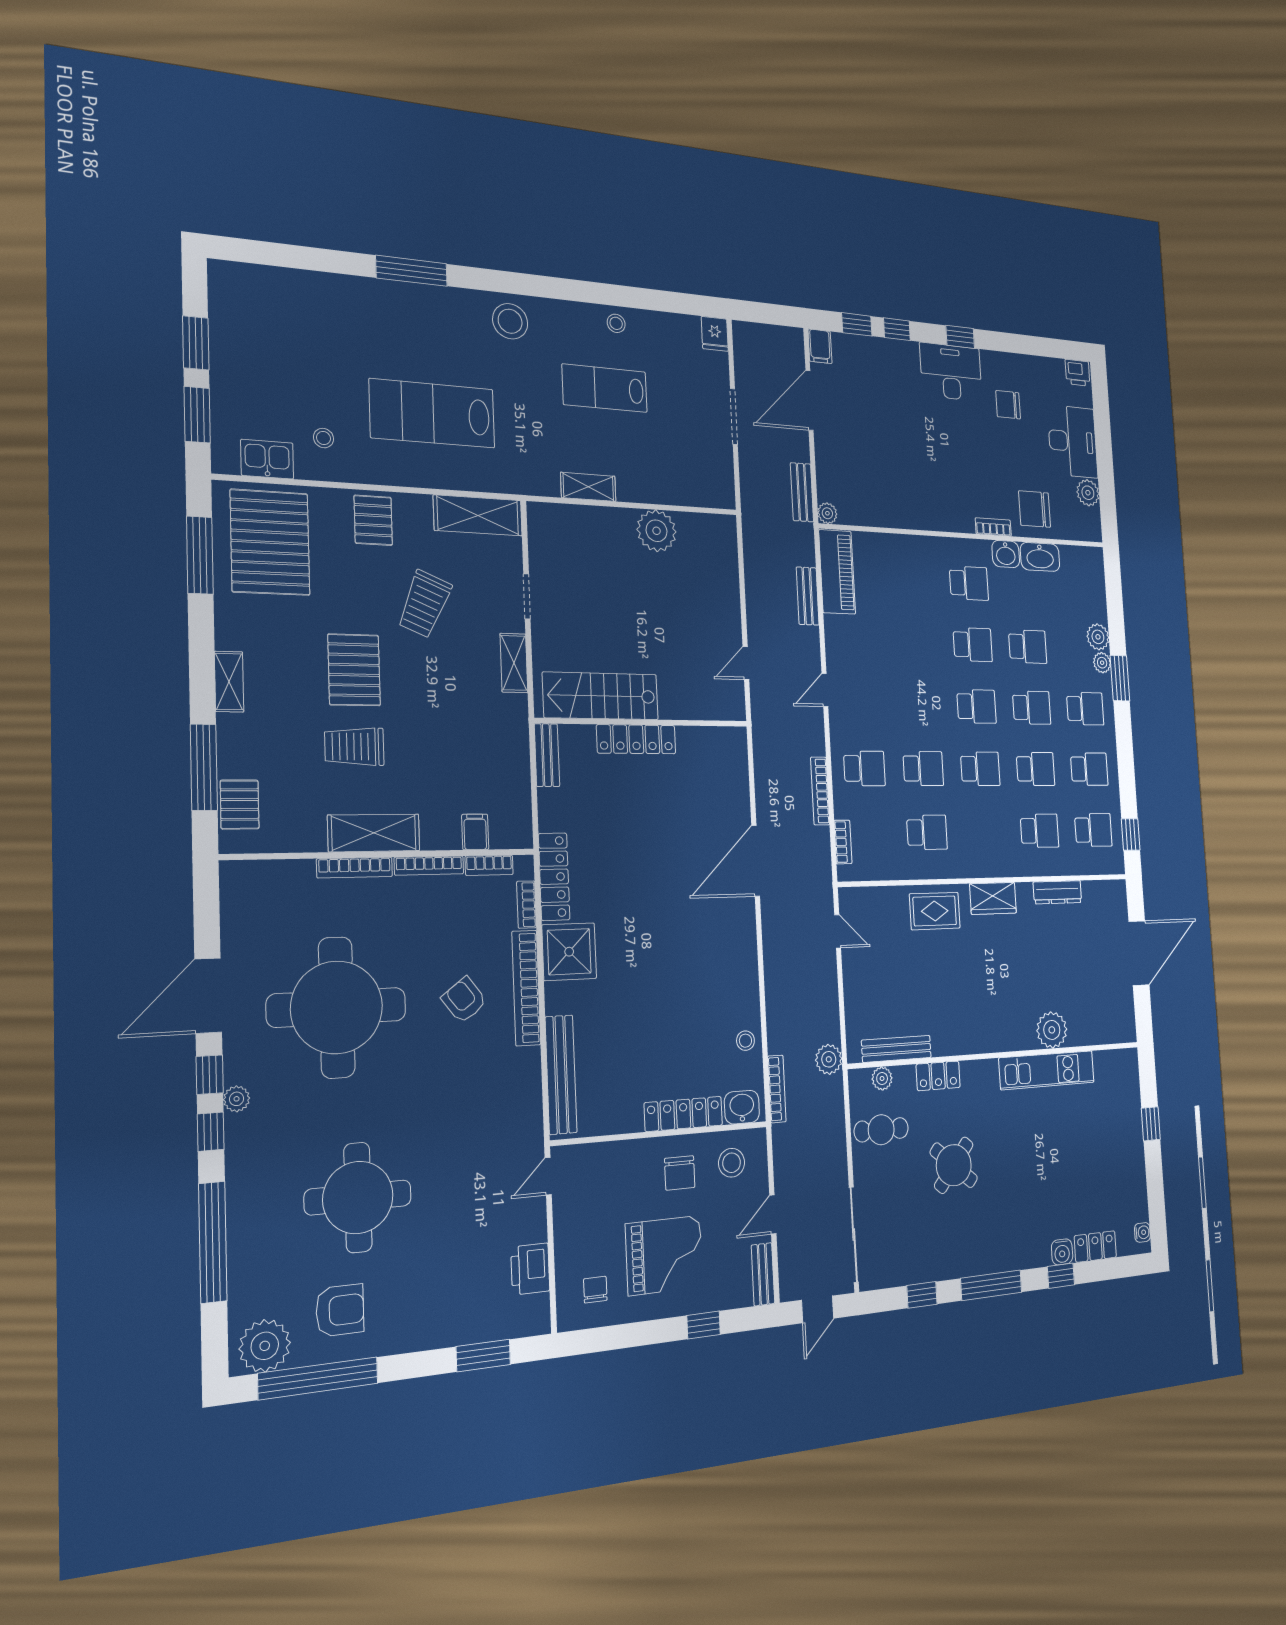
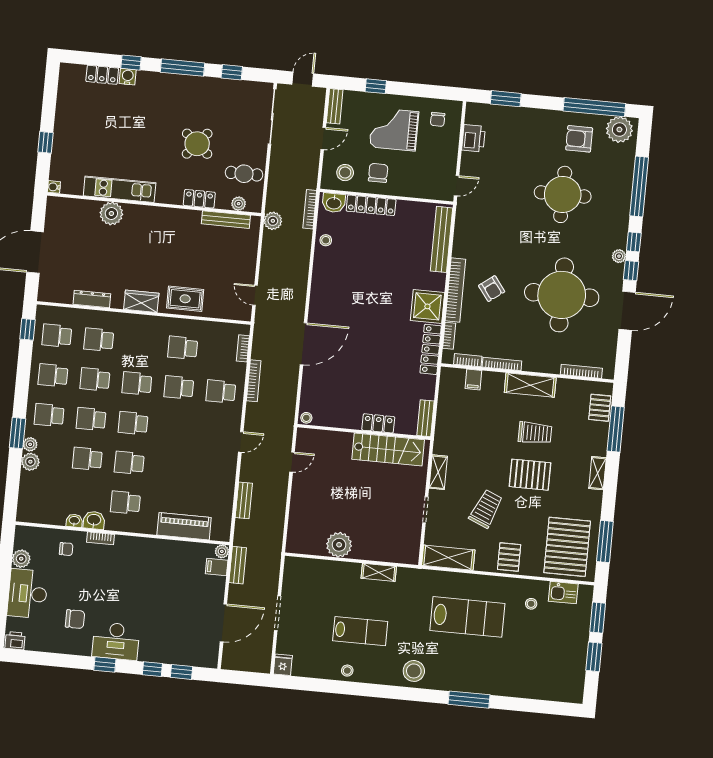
filing cabinet: (820, 346) -> (217, 567), moved, turned -90
chair: (1035, 509) -> (66, 549), width x0.54, depth x0.54
washbasin: (1040, 557) -> (74, 521), width x0.52, depth x0.69
piano: (837, 572) -> (184, 526), moved, turned 90
pallet: (354, 670) -> (530, 475), turned 90
stool: (735, 738) -> (306, 418), added
locker: (636, 739) -> (378, 423), width x0.66
bookcase: (355, 868) -> (581, 371), moved
water cooler: (1142, 1232) -> (54, 187), moved

